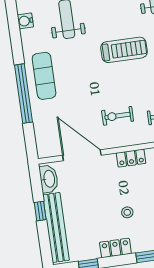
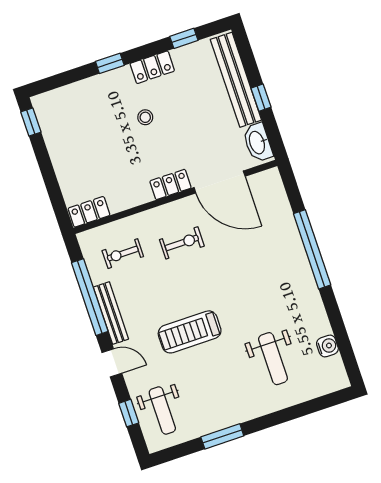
exercise mat: (44, 76) -> (289, 278), removed
locker: (131, 158) -> (170, 184), moved

